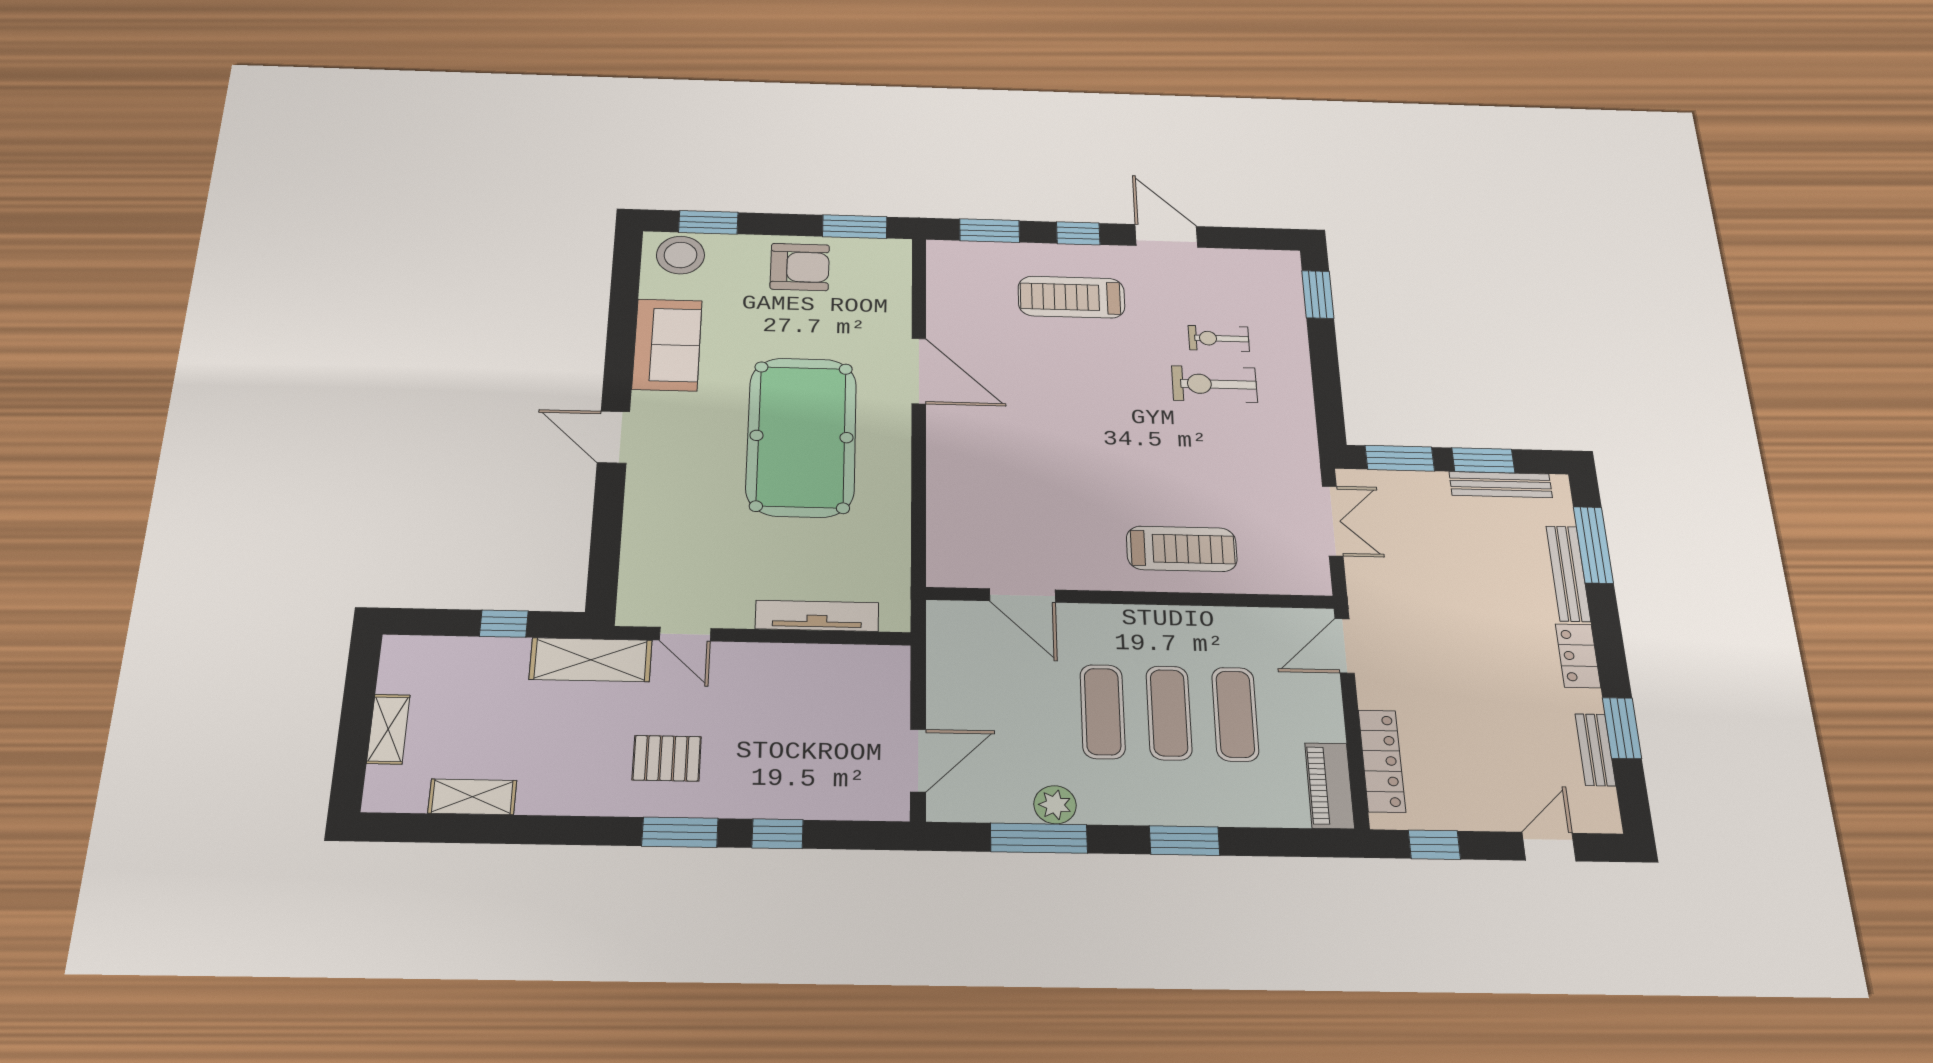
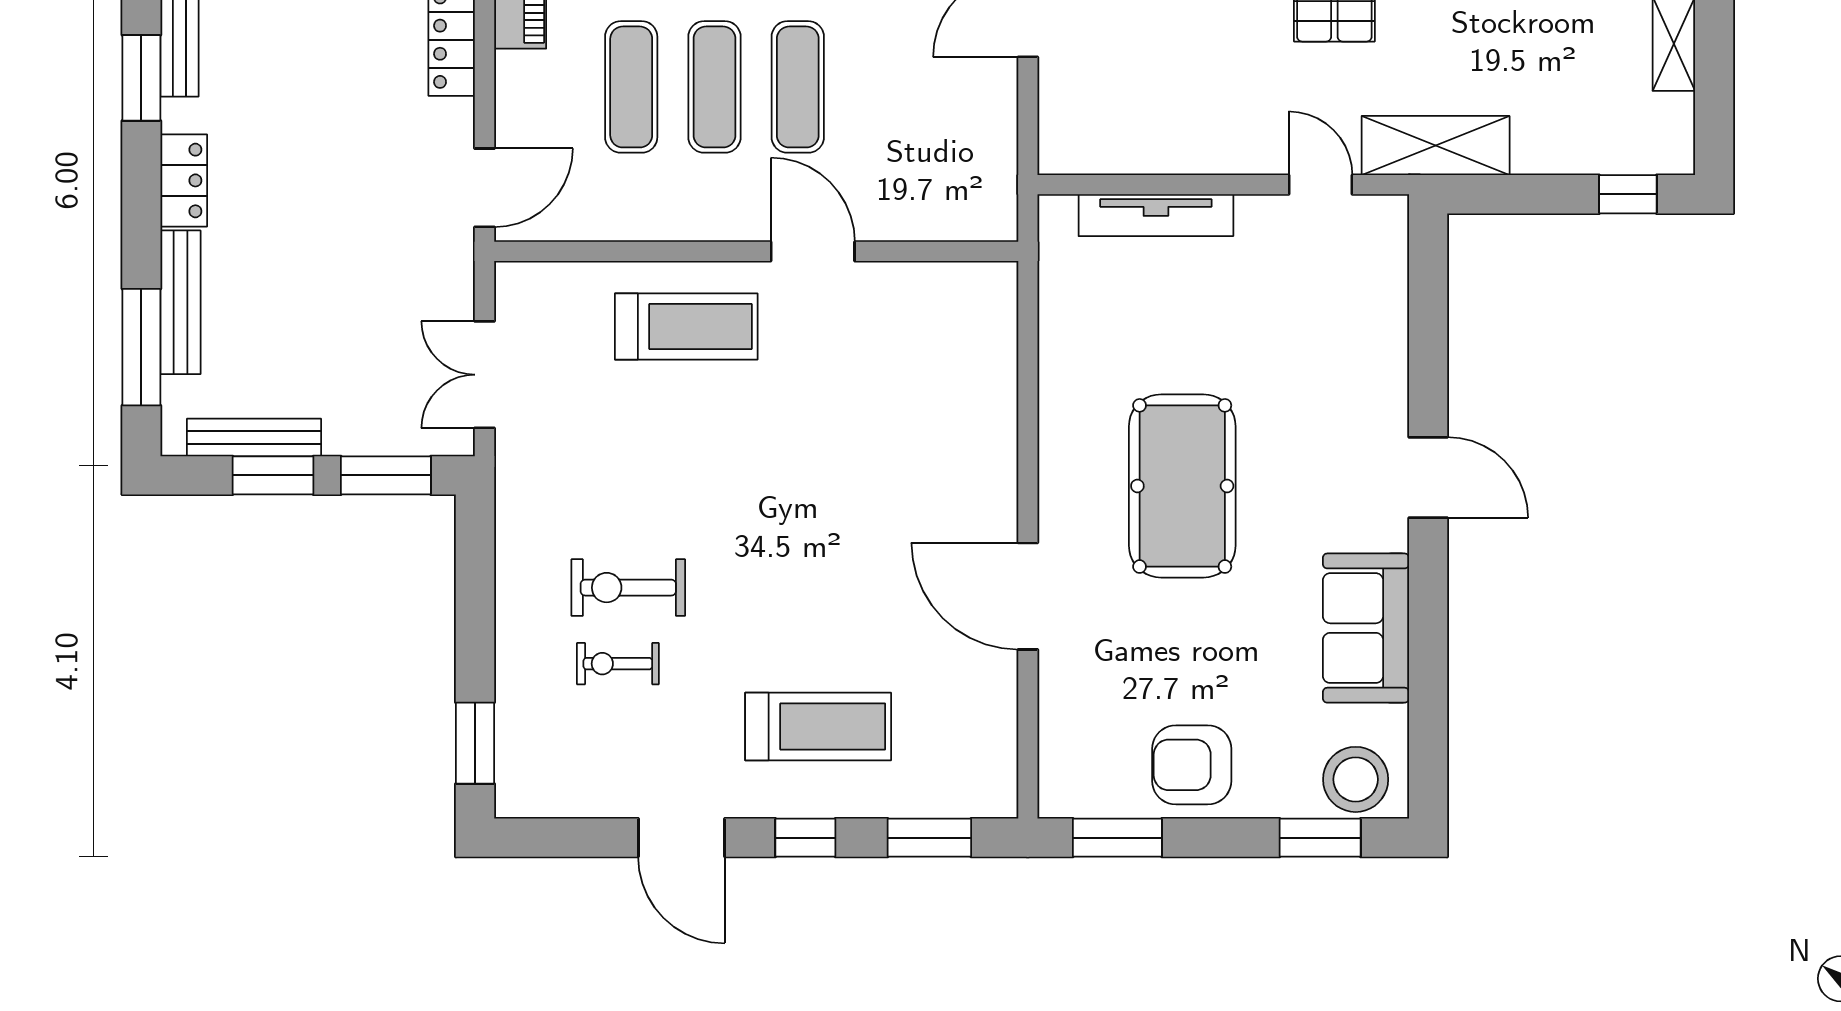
exercise bike: (1219, 338) -> (618, 664), turned 180
exercise bike: (1214, 384) -> (628, 588), turned 180
pool table: (802, 437) -> (1182, 486), width x0.73, depth x0.76
treadmill: (1182, 549) -> (686, 326), turned 180
door: (1022, 595) -> (813, 251), moved
window: (504, 624) -> (1628, 194), moved

